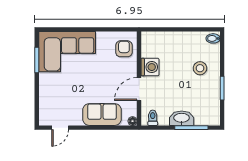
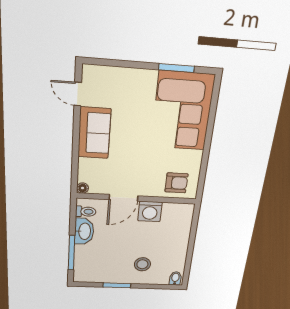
door: (139, 89) -> (123, 198), swing flipped
sofa: (102, 115) -> (94, 133), moved
washbasin: (182, 118) -> (84, 231), moved

